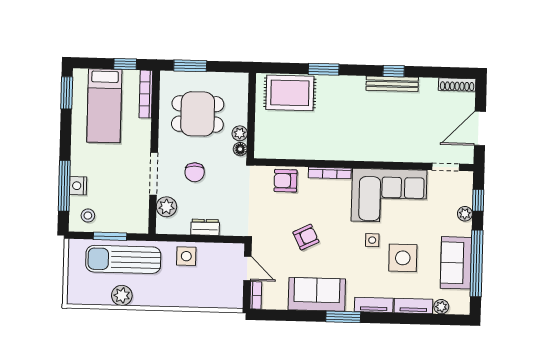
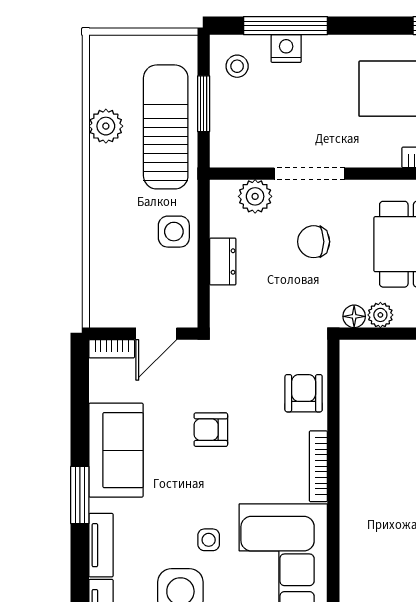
armchair: (306, 237) -> (211, 430), turned 116

